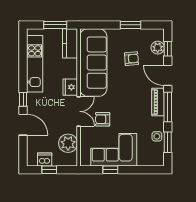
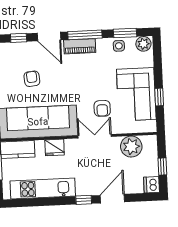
plant: (158, 48) -> (143, 44), moved
door: (168, 75) -> (49, 37), hinge flipped
fridge: (70, 87) -> (55, 147), moved
dishwasher: (45, 160) -> (152, 185), moved

